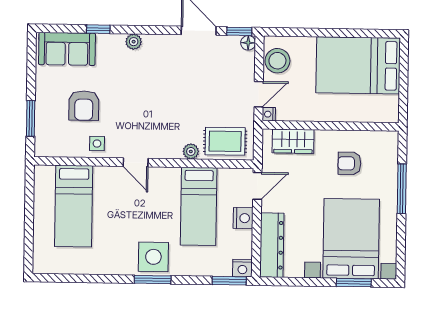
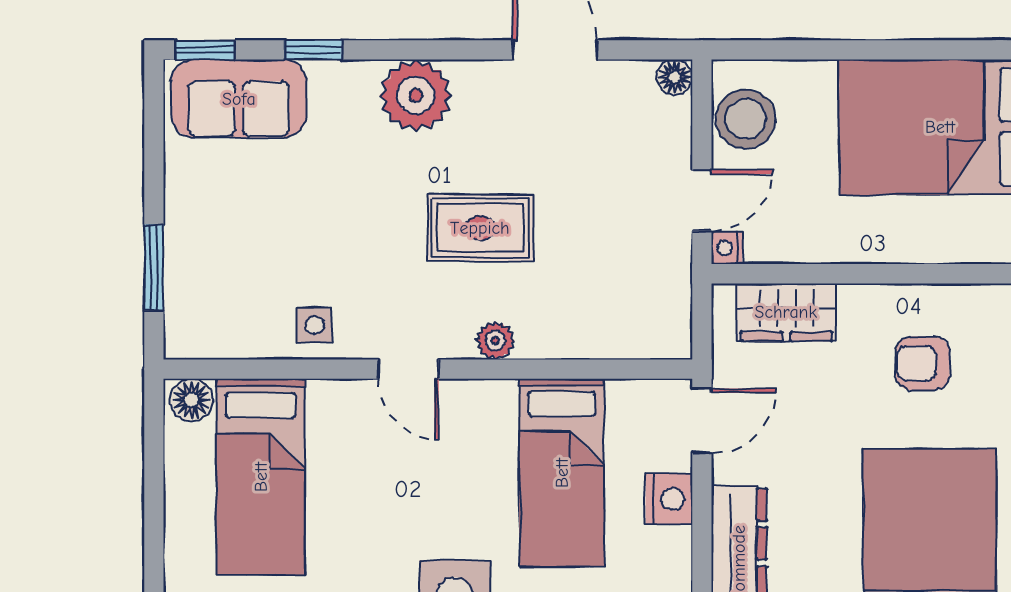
window: (239, 31) -> (205, 50), moved
plant: (134, 42) -> (416, 95), width x1.88, depth x1.88
armchair: (84, 106) -> (281, 234), removed
rug: (225, 141) -> (480, 228), moved
plant: (191, 151) -> (495, 341), moved
floor lamp: (45, 174) -> (191, 400), added

